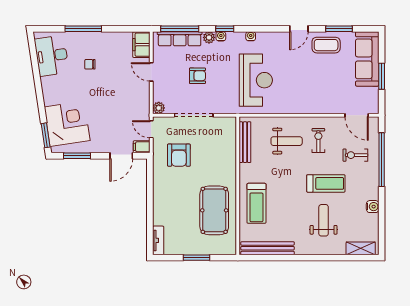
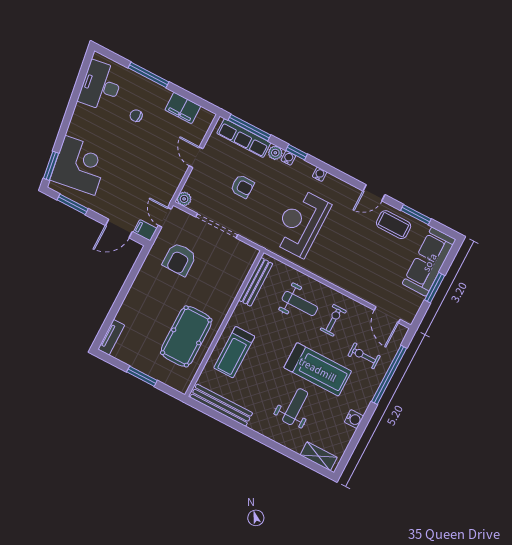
filing cabinet: (141, 45) -> (183, 108), moved, turned -90
reception desk: (256, 80) -> (301, 223), turned 180
treadmill: (326, 183) -> (318, 369), width x1.37, depth x1.38

